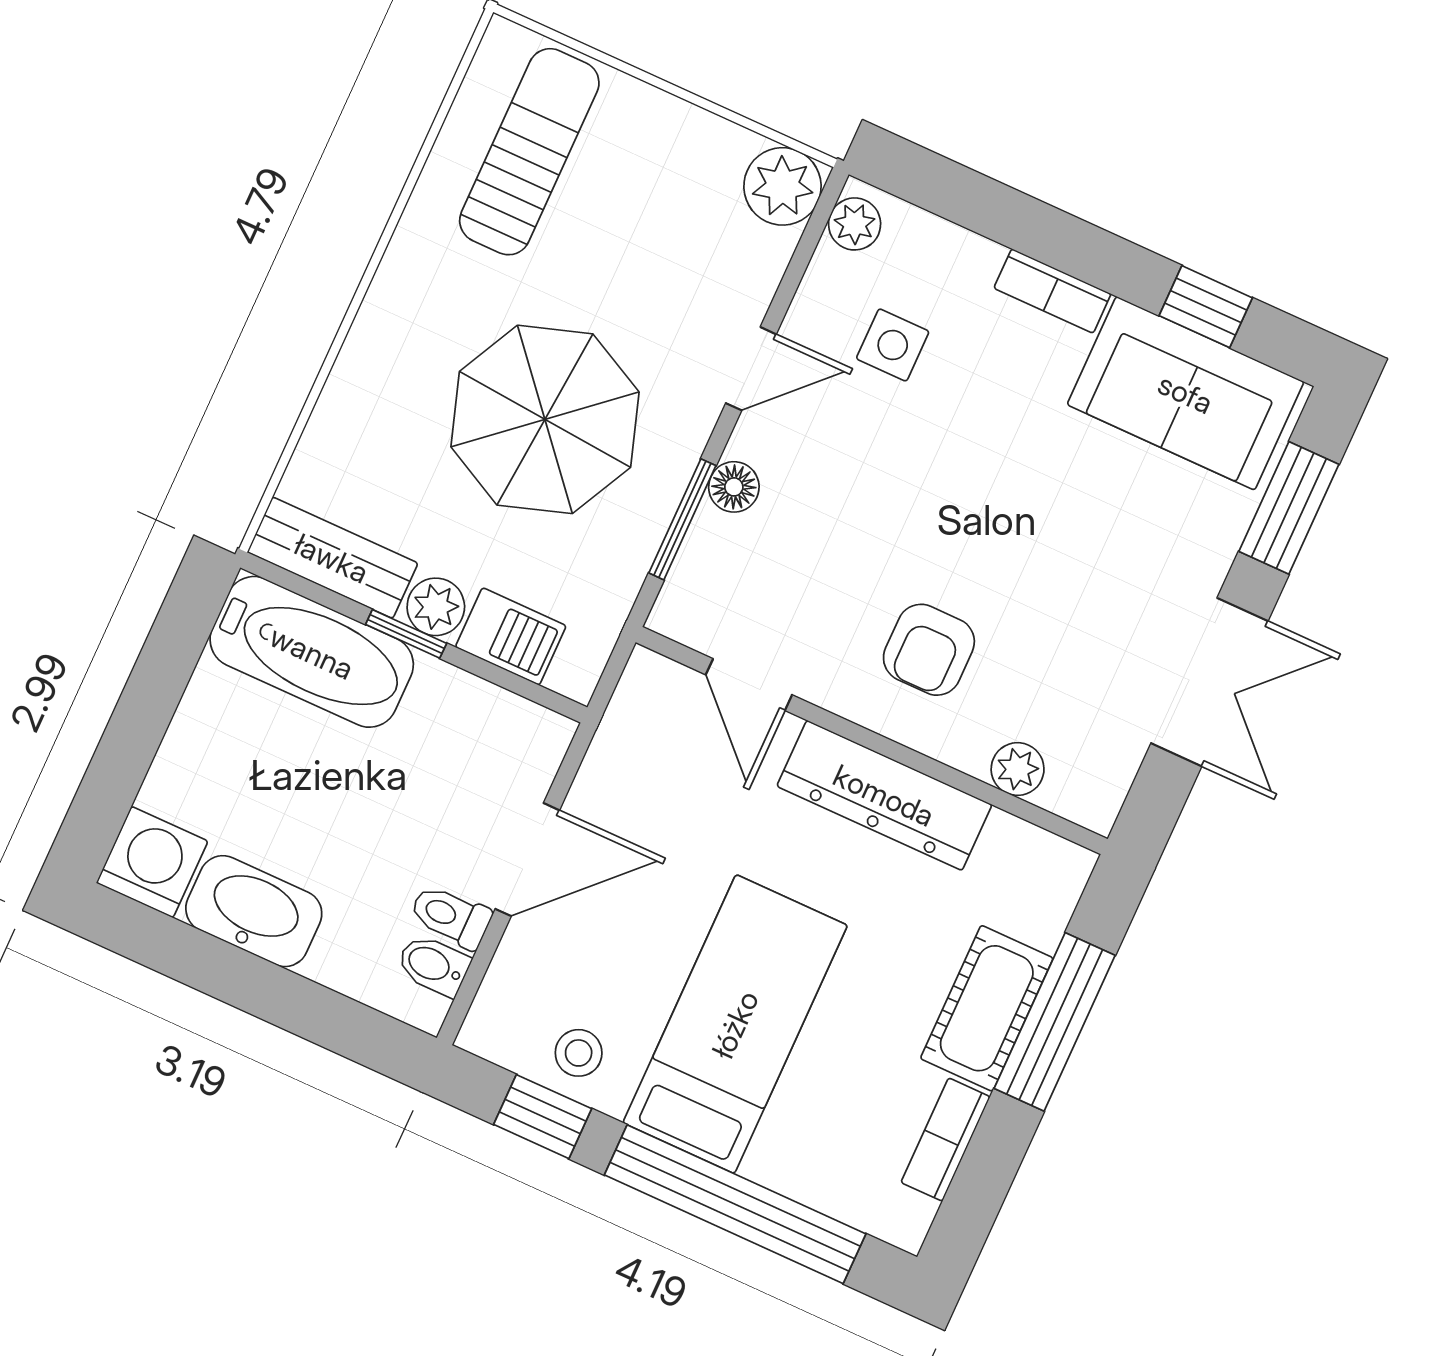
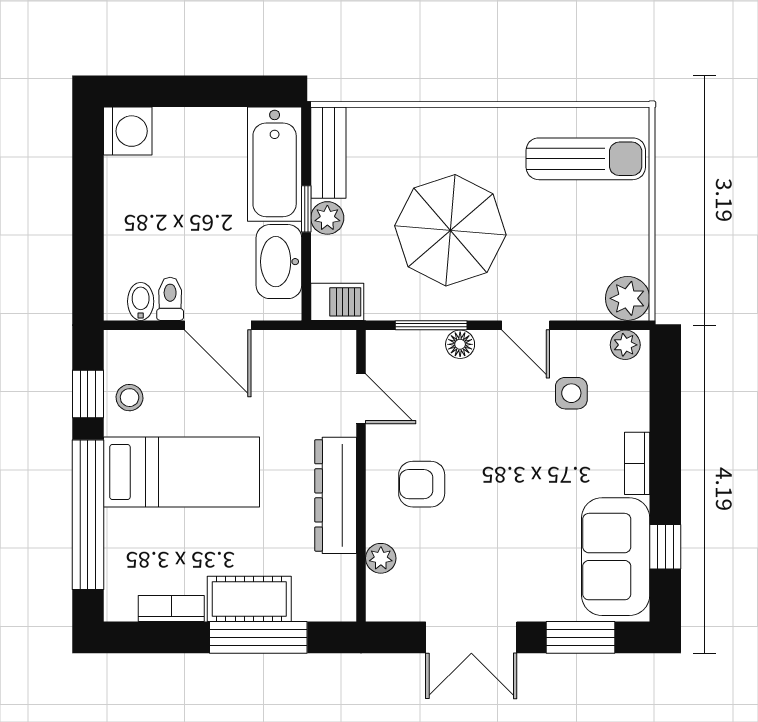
barbecue: (511, 636) -> (337, 302), moved, turned -90
door: (749, 685) -> (361, 399), swing flipped
washbasin: (254, 911) -> (279, 262), moved, turned 180

